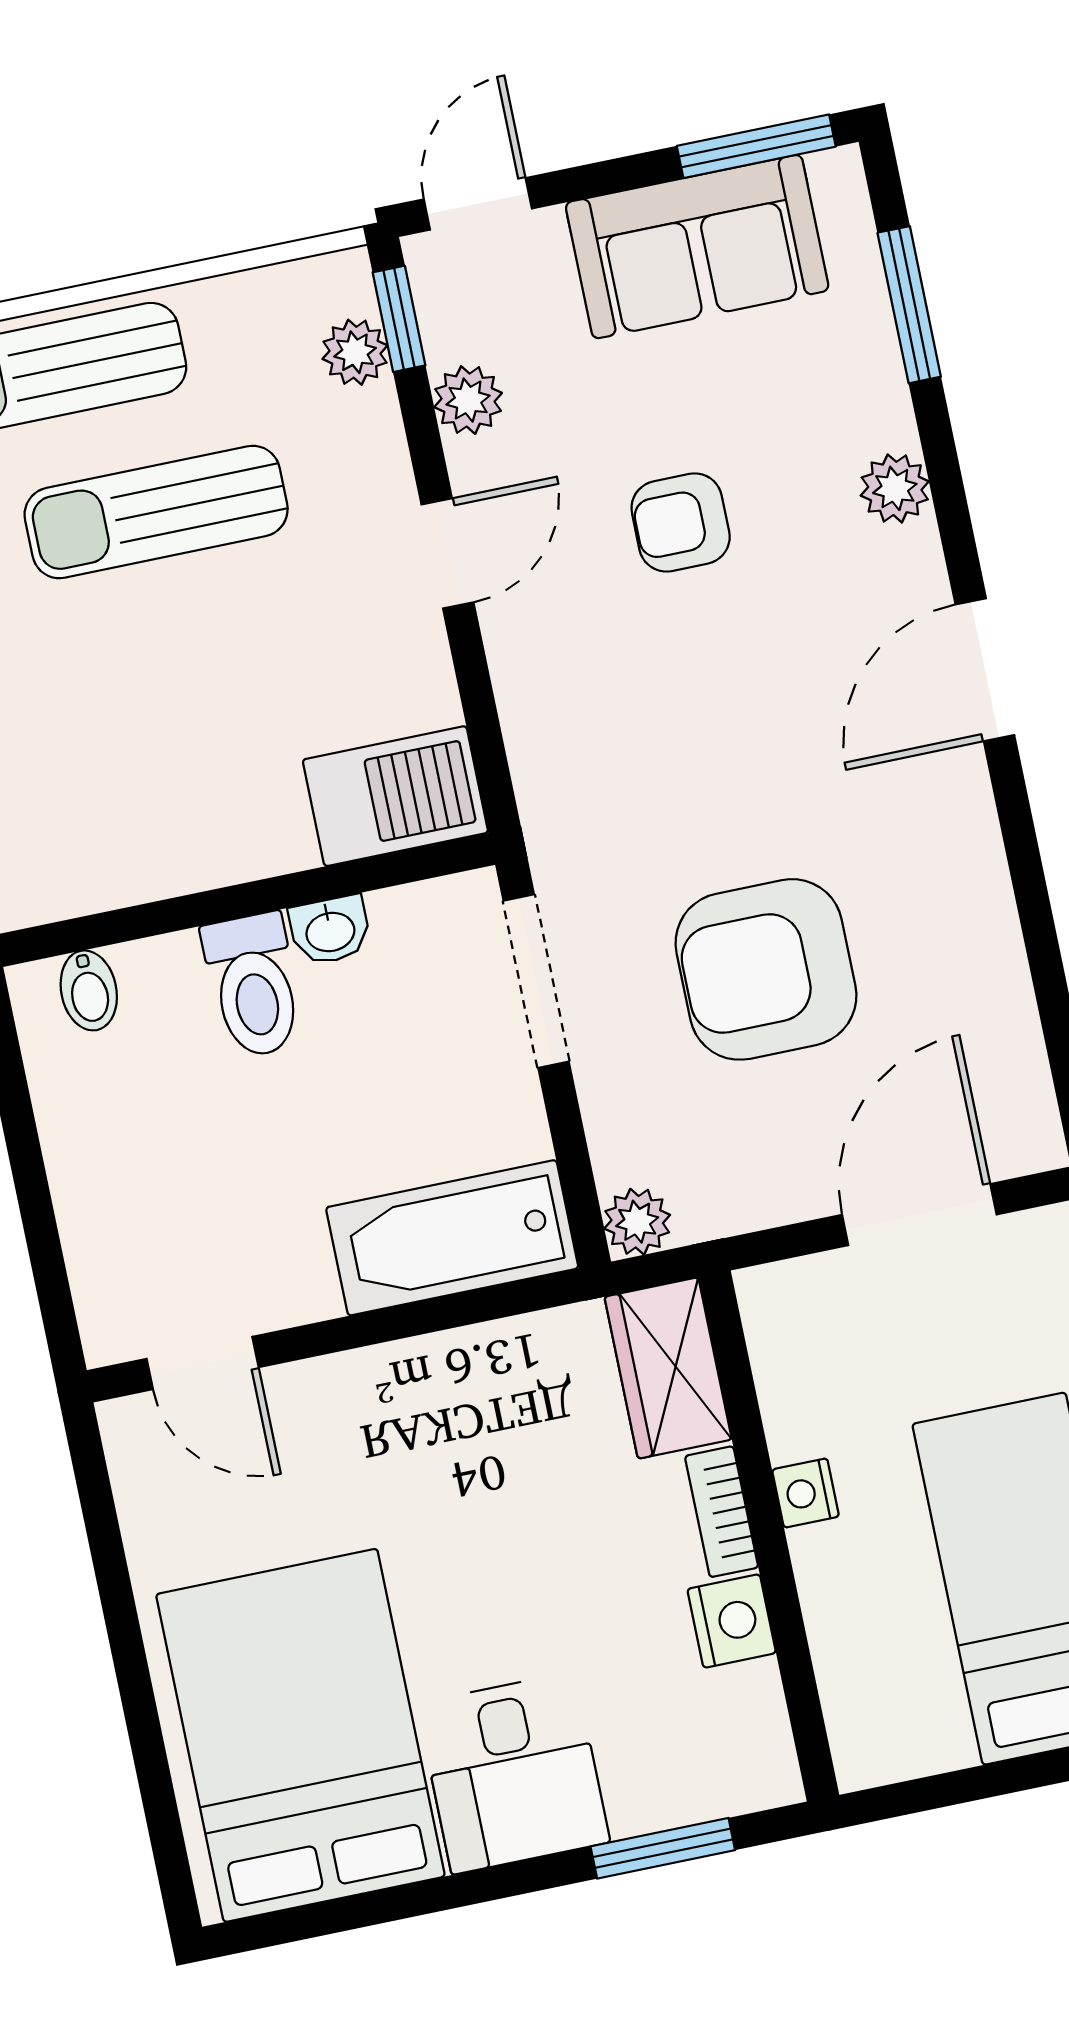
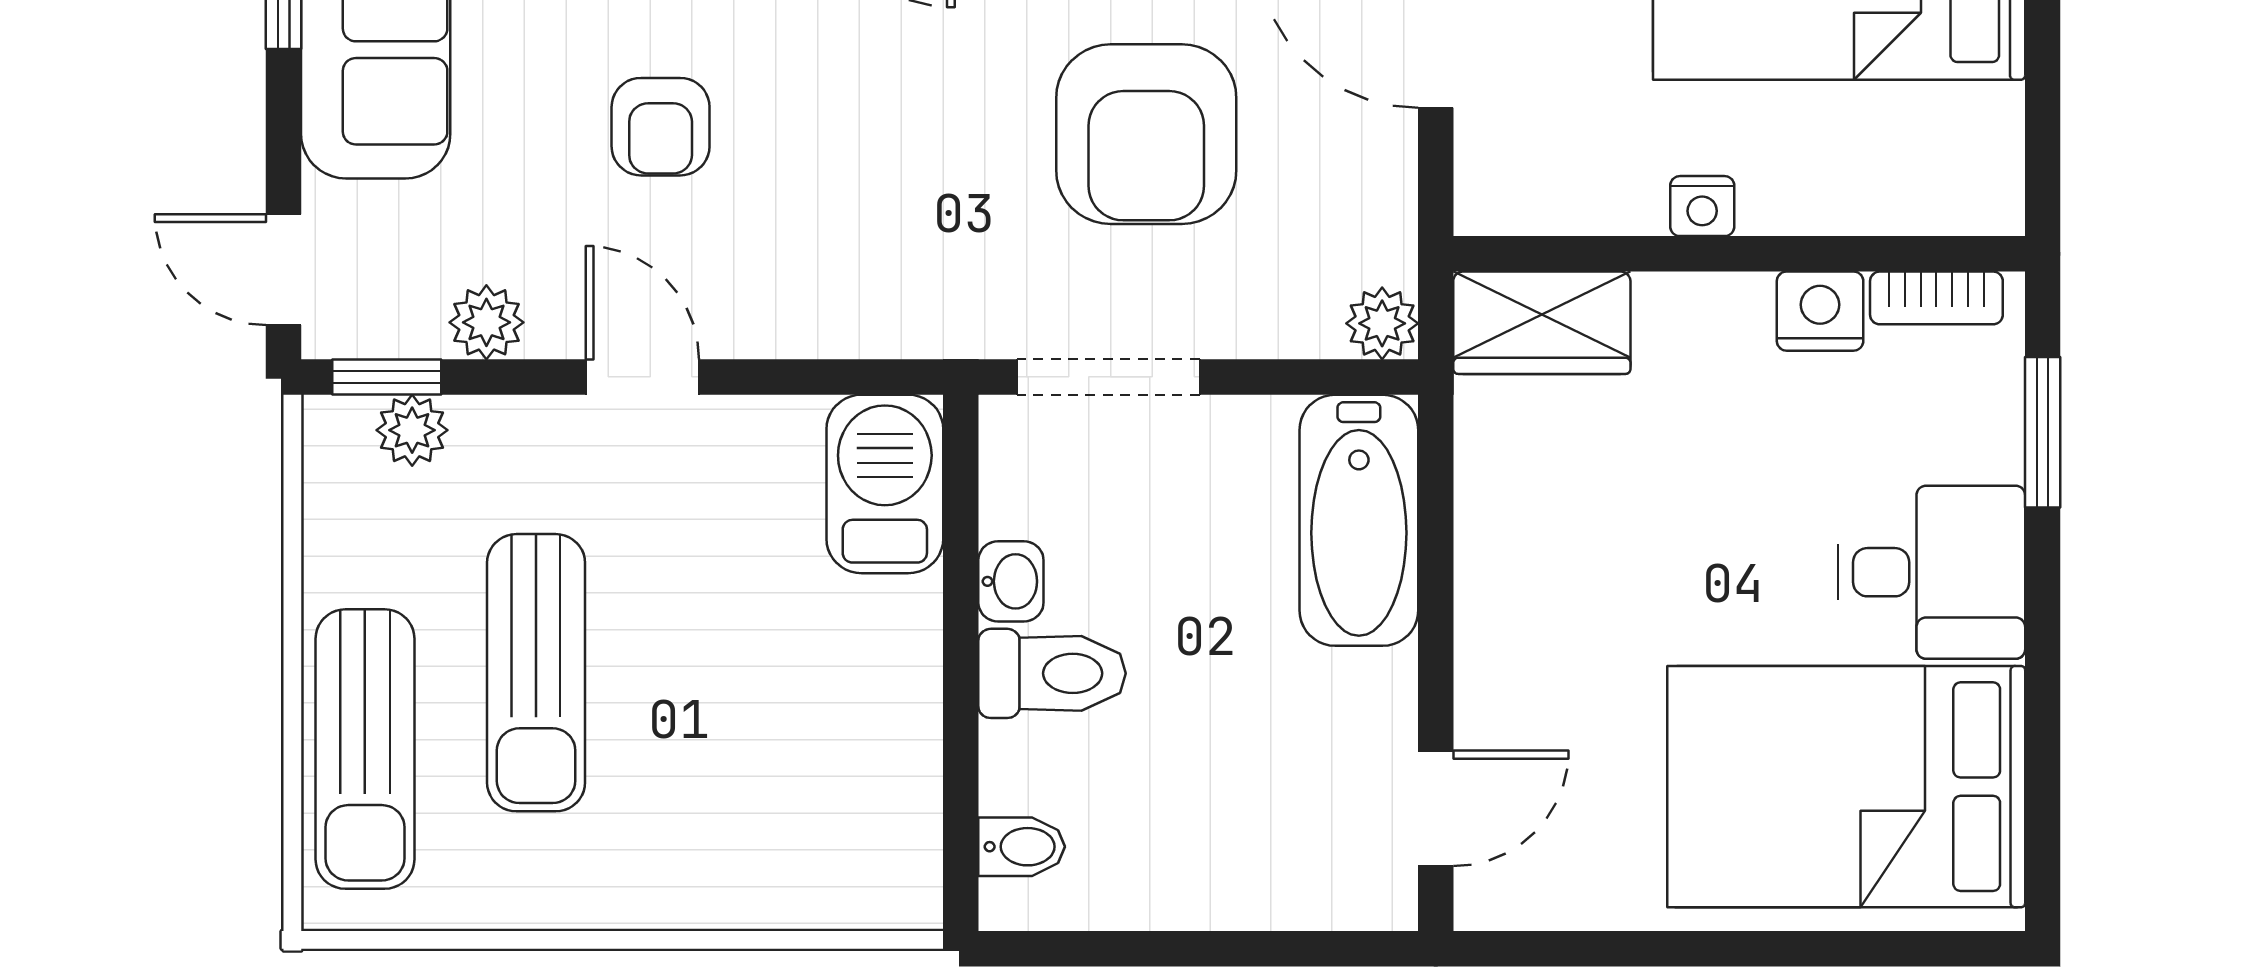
bookcase: (722, 1512) -> (1936, 298), moved

